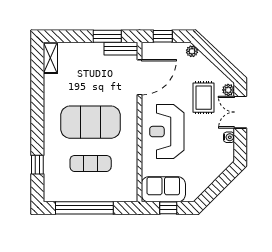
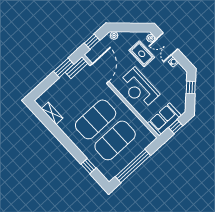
shelving: (50, 58) -> (52, 113), moved
exercise mat: (91, 163) -> (115, 140), width x2.00, depth x1.45
window: (223, 181) -> (191, 87), added

